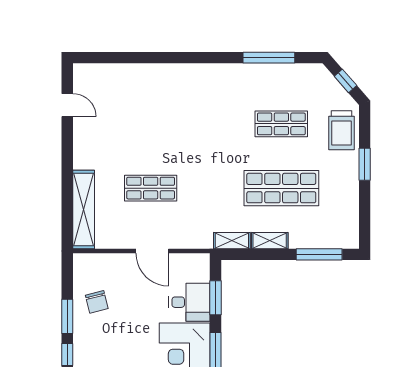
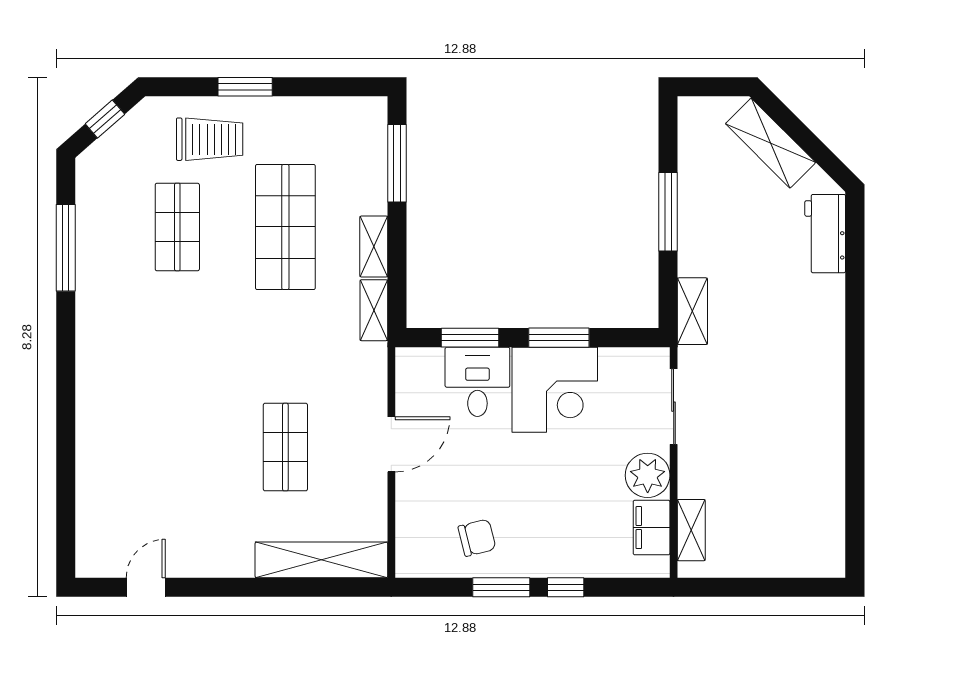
trolley: (341, 130) -> (210, 139), moved

